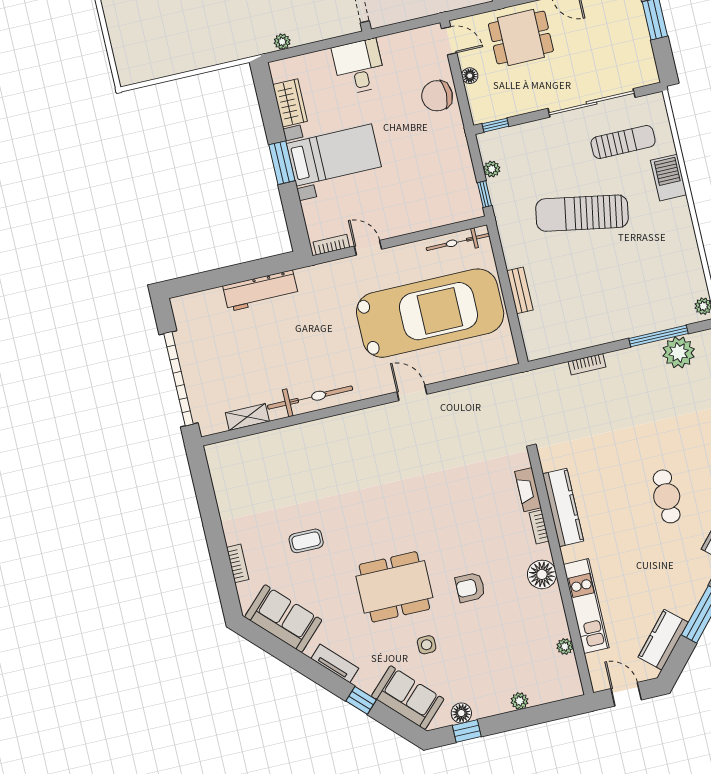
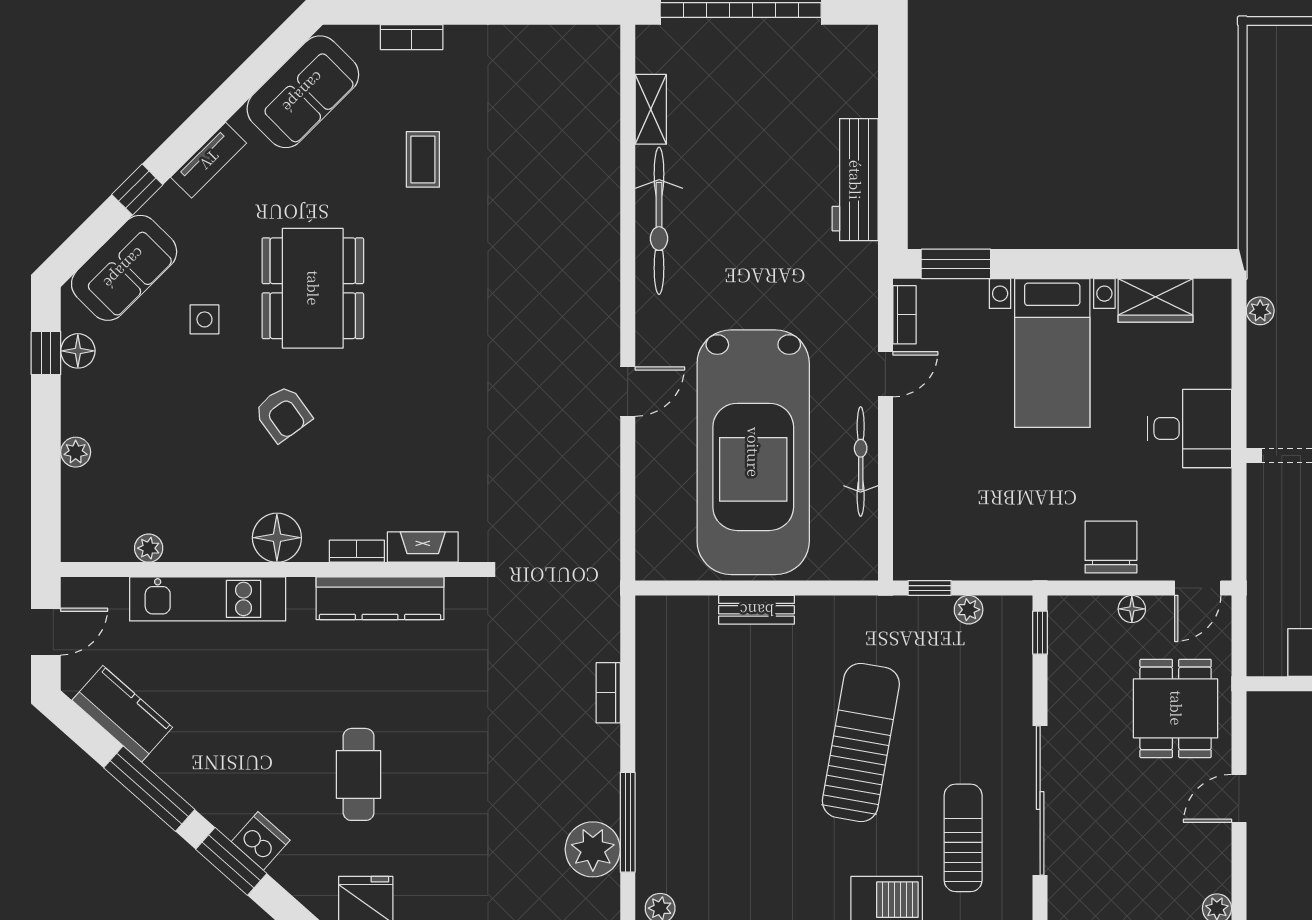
sun lounger: (623, 142) -> (963, 838), turned 180
window: (282, 163) -> (956, 264), moved
bicycle: (458, 242) -> (861, 461), moved
cafe table: (667, 496) -> (359, 774), turned 90
armchair: (470, 587) -> (283, 414), turned 144

